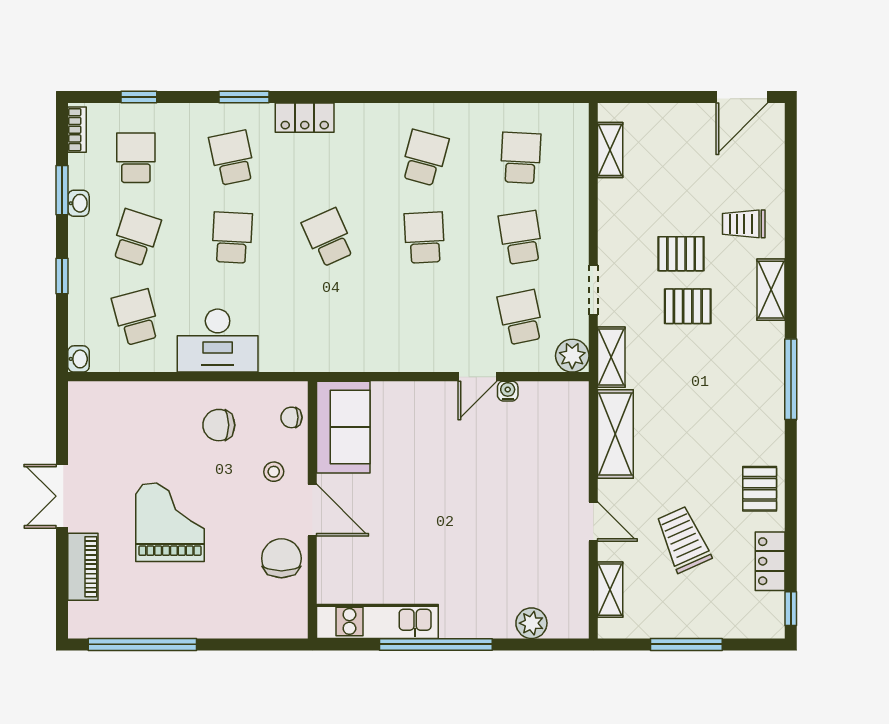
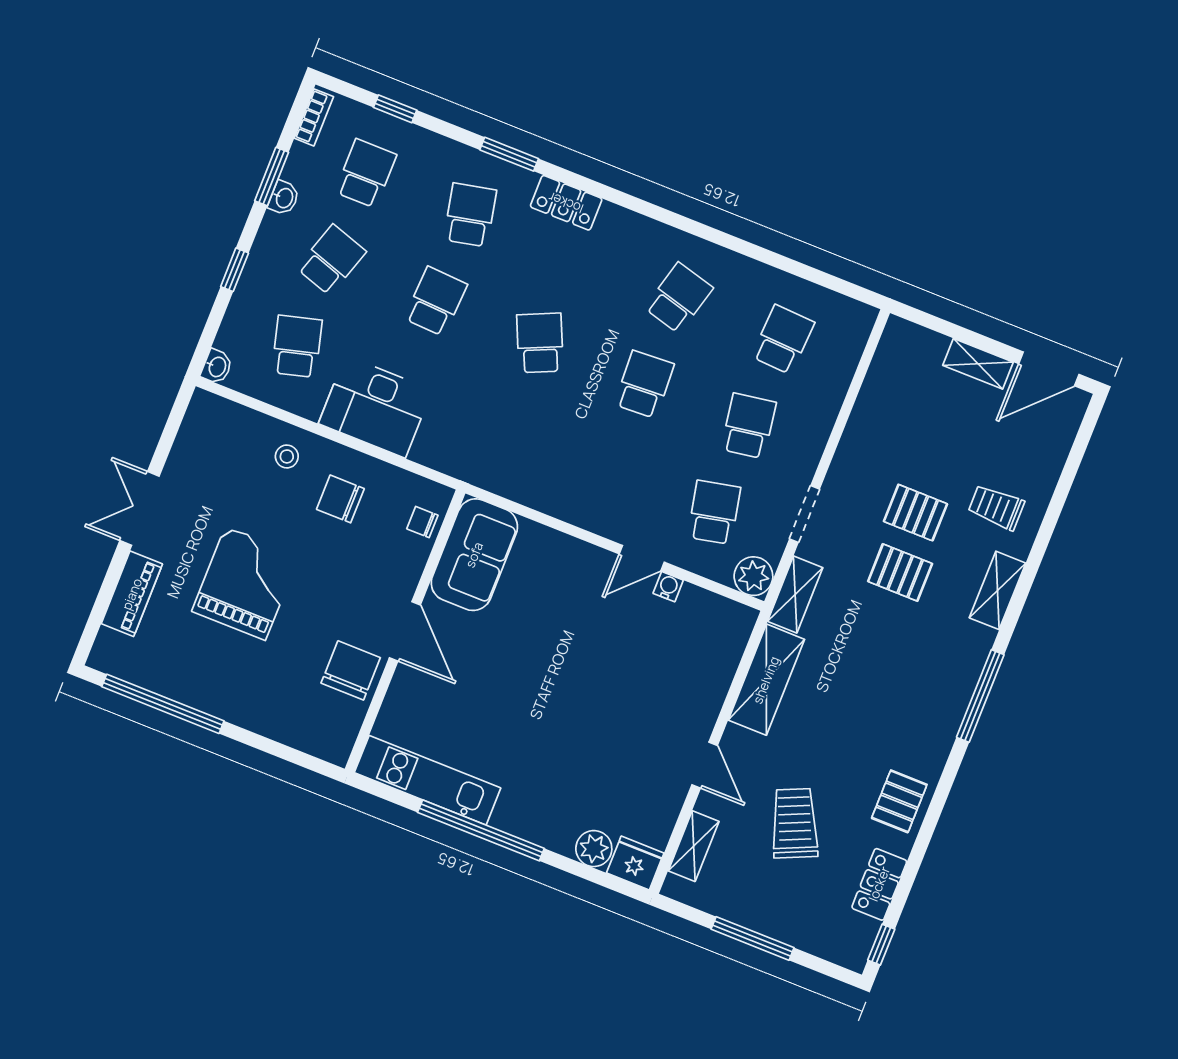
shelving: (610, 150) -> (978, 364), moved, turned 90
stool: (274, 472) -> (287, 456), moved
fridge: (569, 622) -> (635, 863), added

